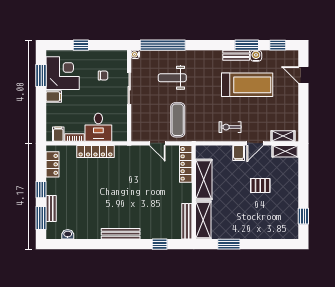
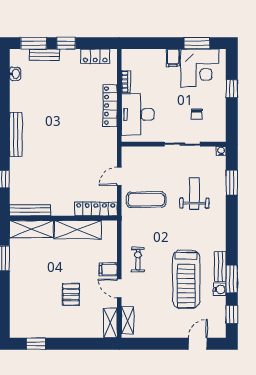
window: (163, 45) -> (232, 183), width x0.47
desk: (98, 127) -> (138, 114), width x1.37
filing cabinet: (58, 134) -> (130, 63), removed

